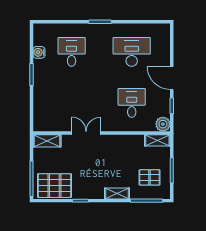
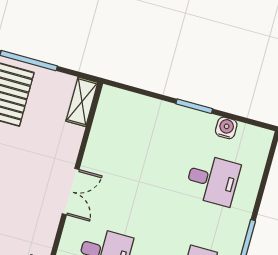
double door: (86, 133) -> (71, 192), moved

